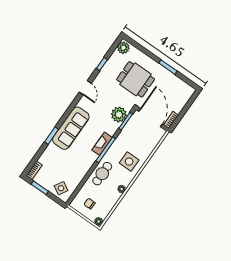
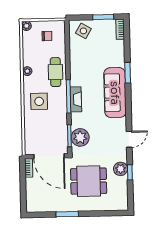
plant: (123, 48) -> (121, 169), moved
door: (85, 88) -> (129, 139), swing flipped

